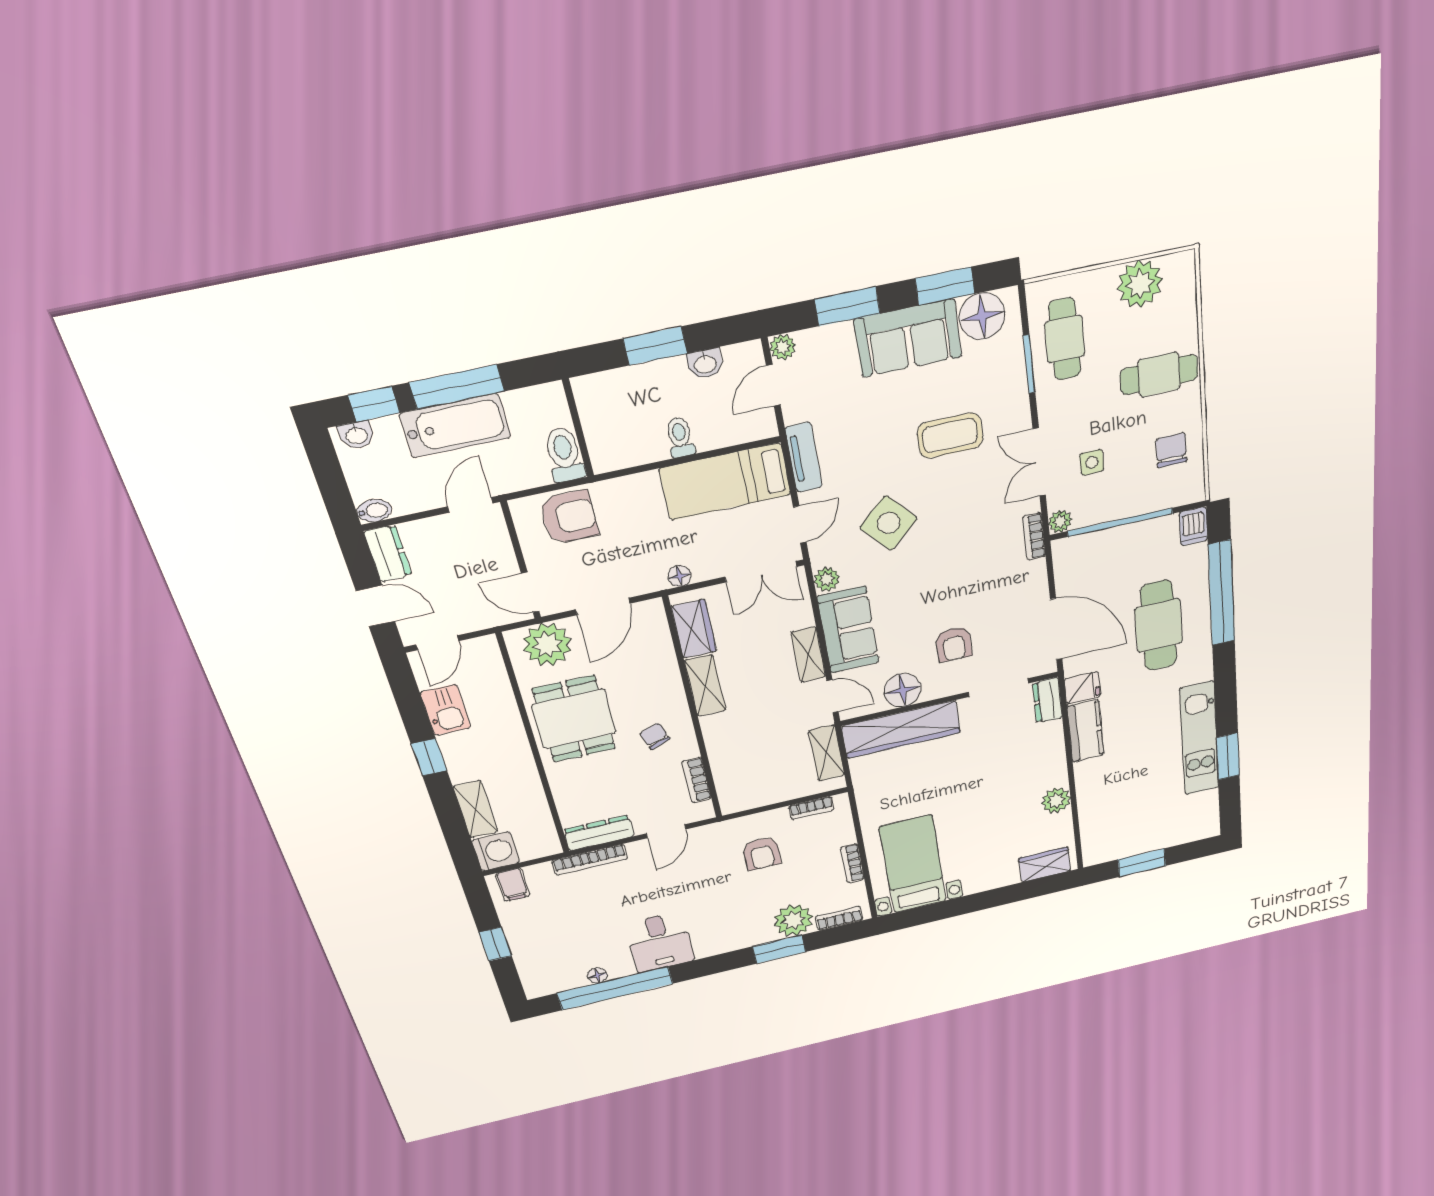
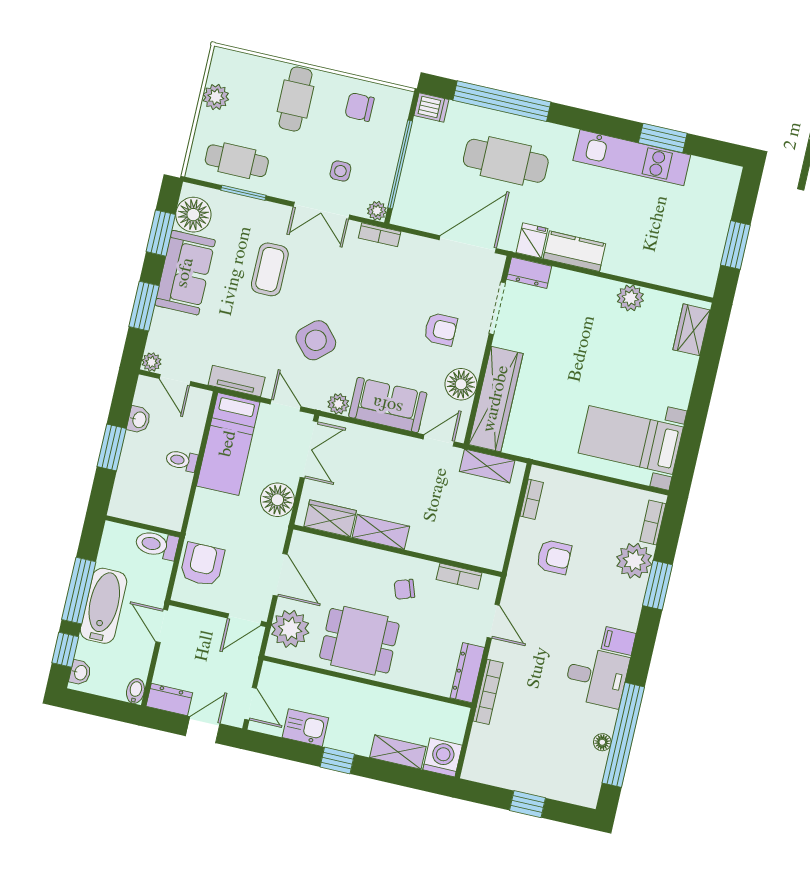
plant: (1140, 284) -> (216, 97), width x0.73, depth x0.73
floor lamp: (679, 576) -> (277, 500), width x1.89, depth x1.89
shelving: (808, 655) -> (394, 444), removed
bookcase: (852, 863) -> (603, 489), removed
filing cabinet: (513, 885) -> (619, 641), moved, turned 180

